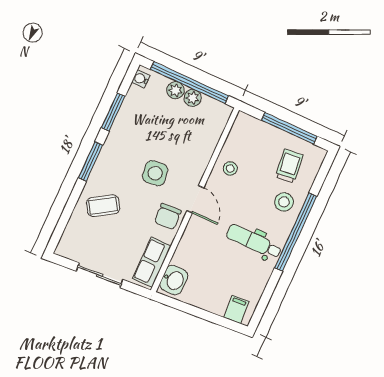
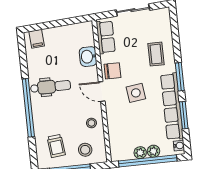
row of seats: (121, 131) -> (172, 106), added
stool: (284, 202) -> (85, 150), moved
coffee table: (103, 206) -> (156, 54), turned -58
chair: (168, 217) -> (112, 71), turned 93
washbasin: (174, 280) -> (88, 57), moved

